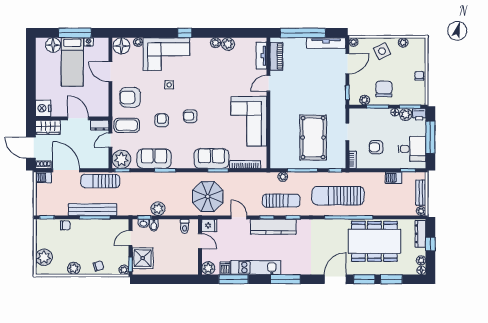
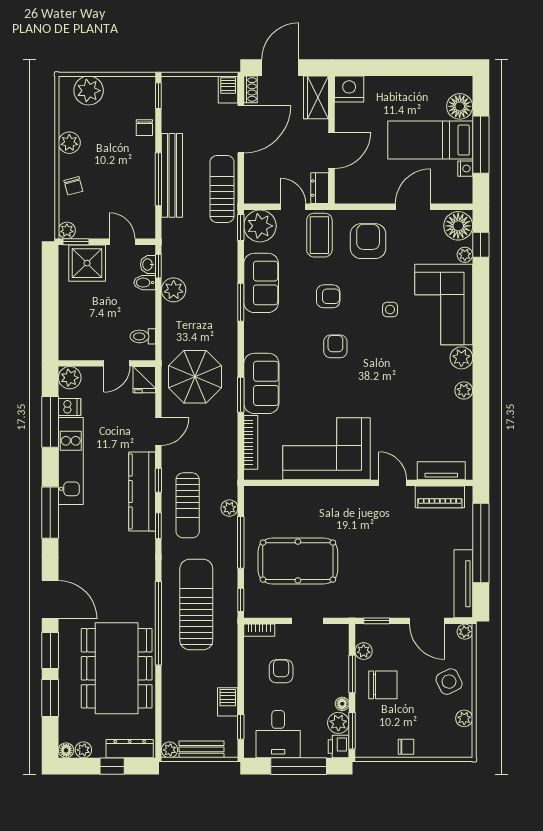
window: (185, 33) -> (481, 245), moved
plant: (228, 44) -> (461, 358), moved

